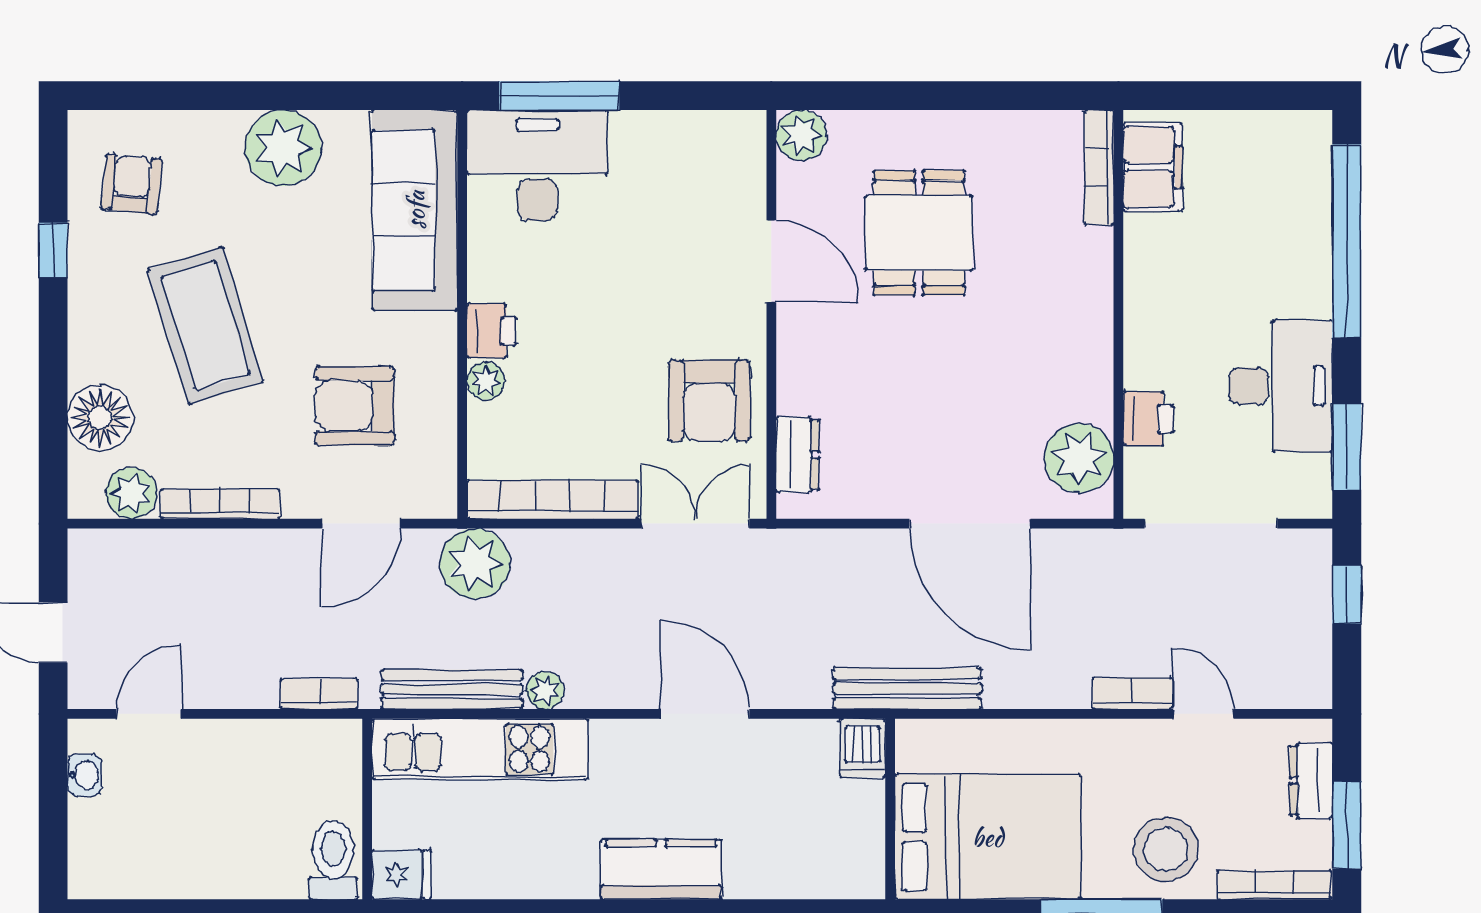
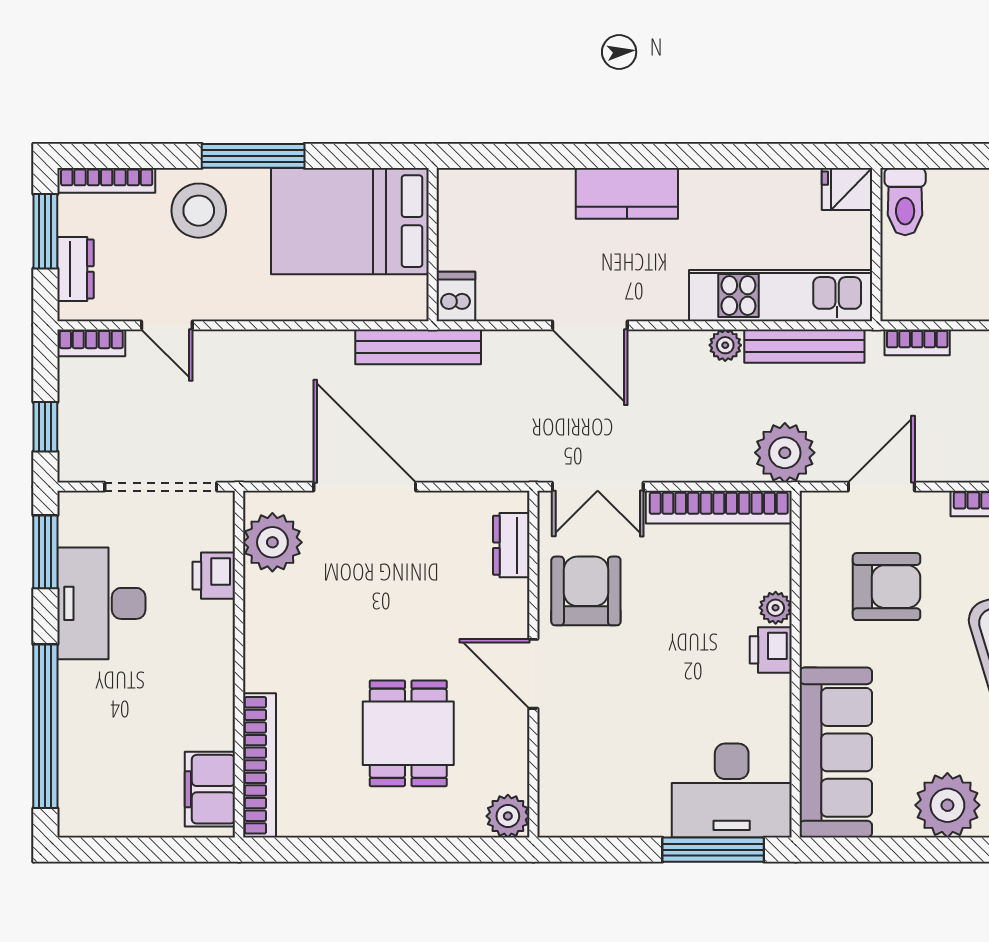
bookcase: (1099, 168) -> (259, 765), width x1.48, depth x1.31
door: (771, 261) -> (533, 674), moved
bookcase: (1132, 693) -> (91, 343), moved

